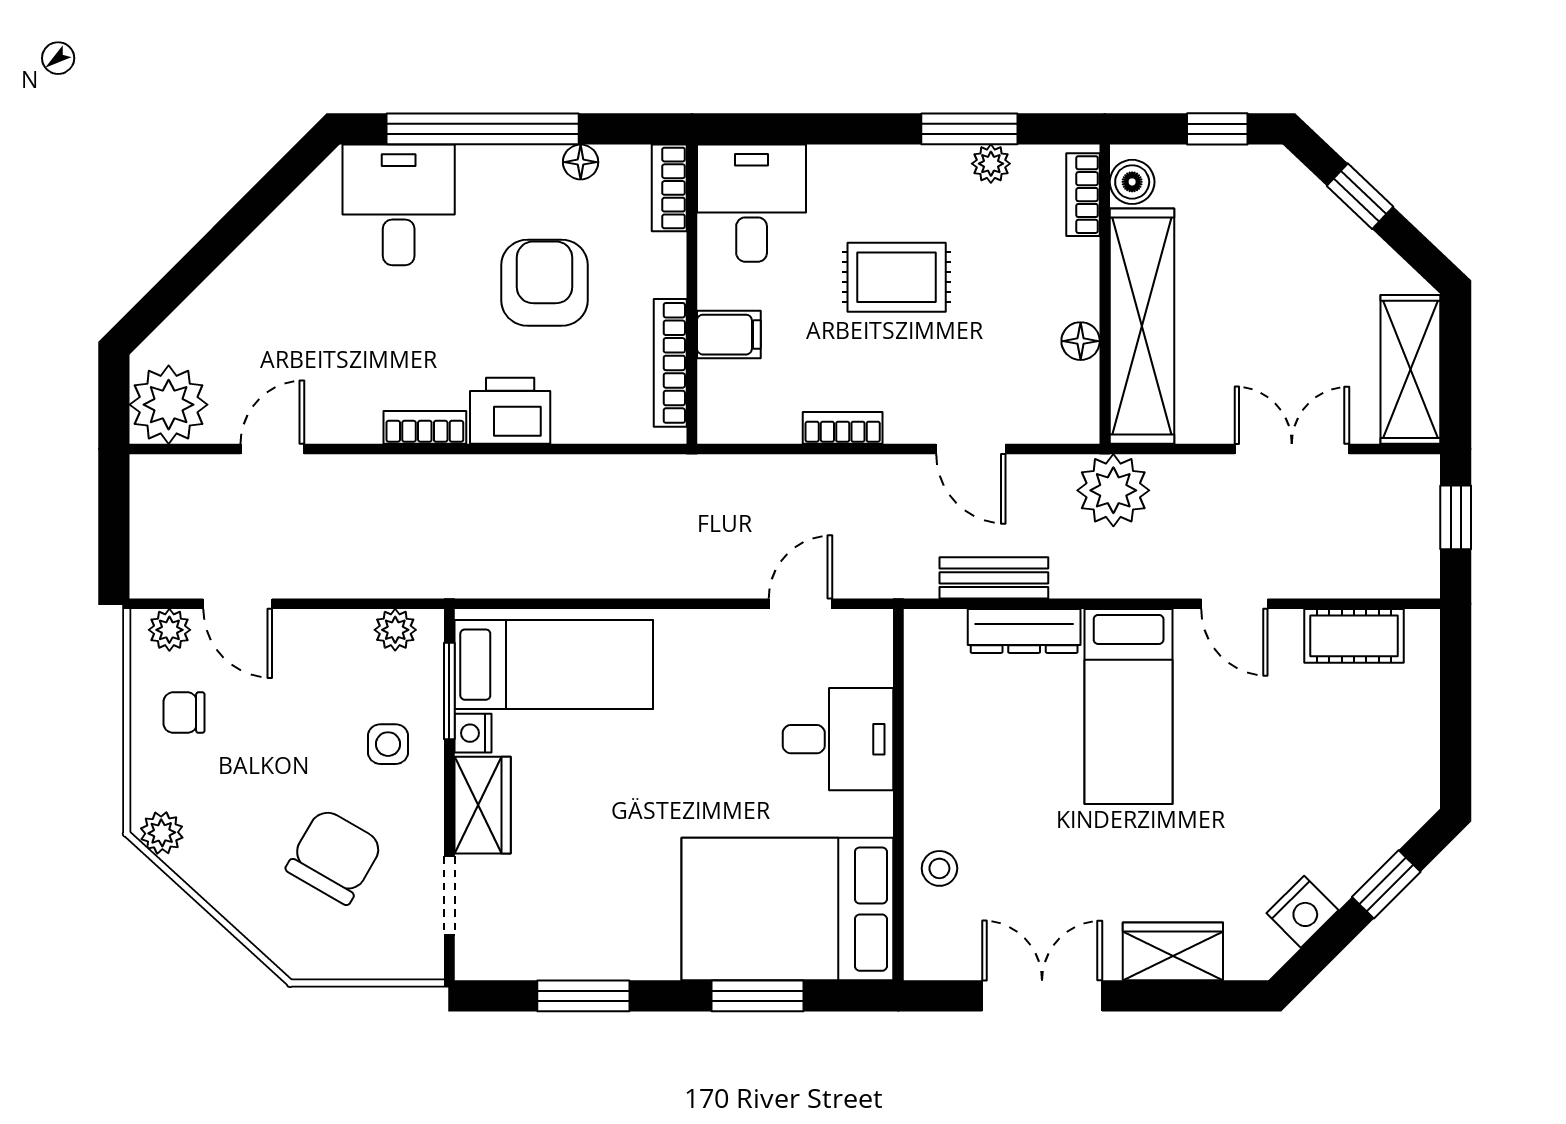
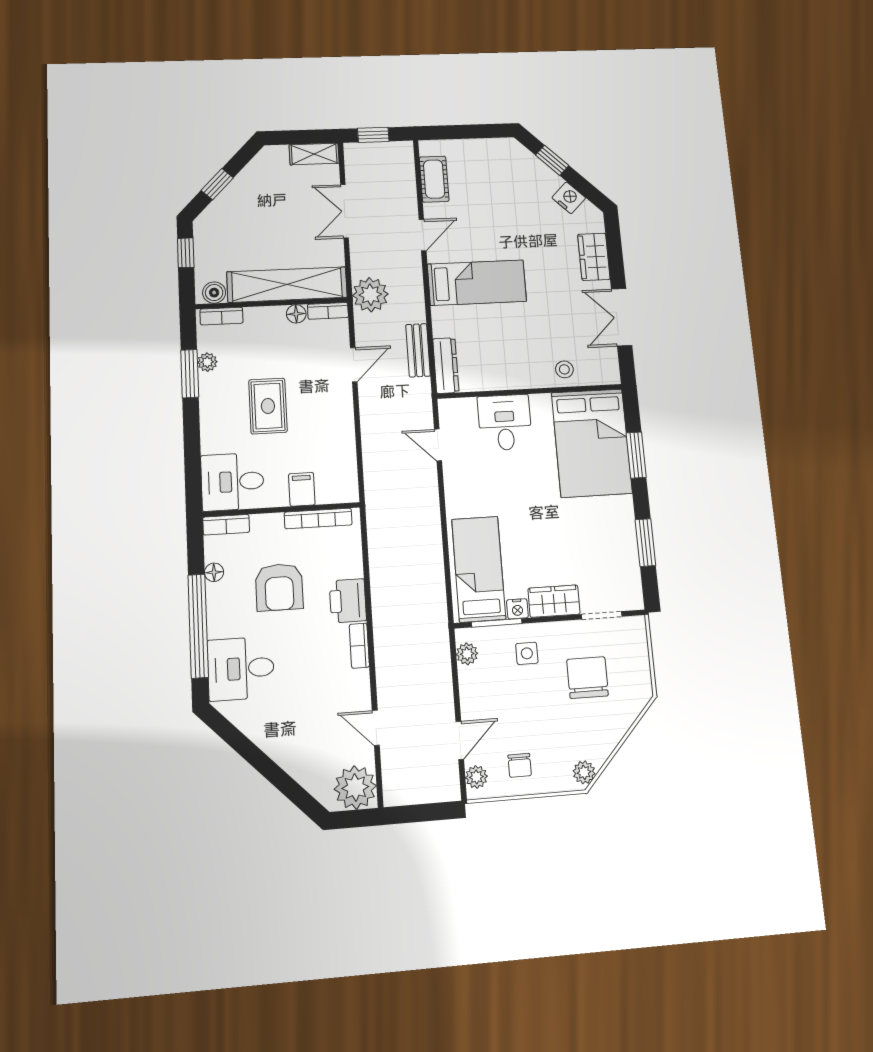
armchair: (545, 283) -> (279, 587), turned -90
shelving: (1410, 369) -> (314, 154), width x0.67, depth x0.75
bookcase: (843, 428) -> (328, 311), moved, turned -90
dresser: (1024, 631) -> (446, 365), moved
chair: (334, 856) -> (588, 678), turned 60

